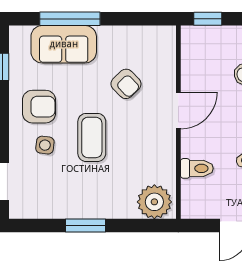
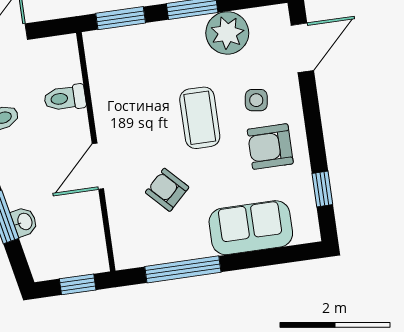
window: (70, 19) -> (183, 269), moved
plant: (154, 202) -> (227, 33), moved
window: (143, 226) -> (121, 18), added

